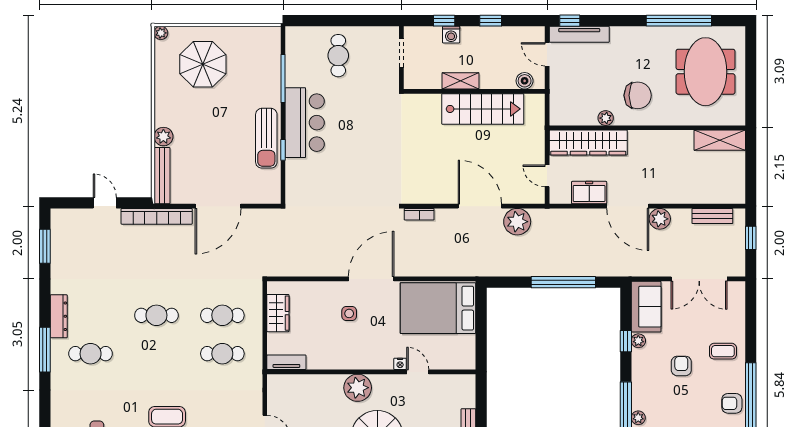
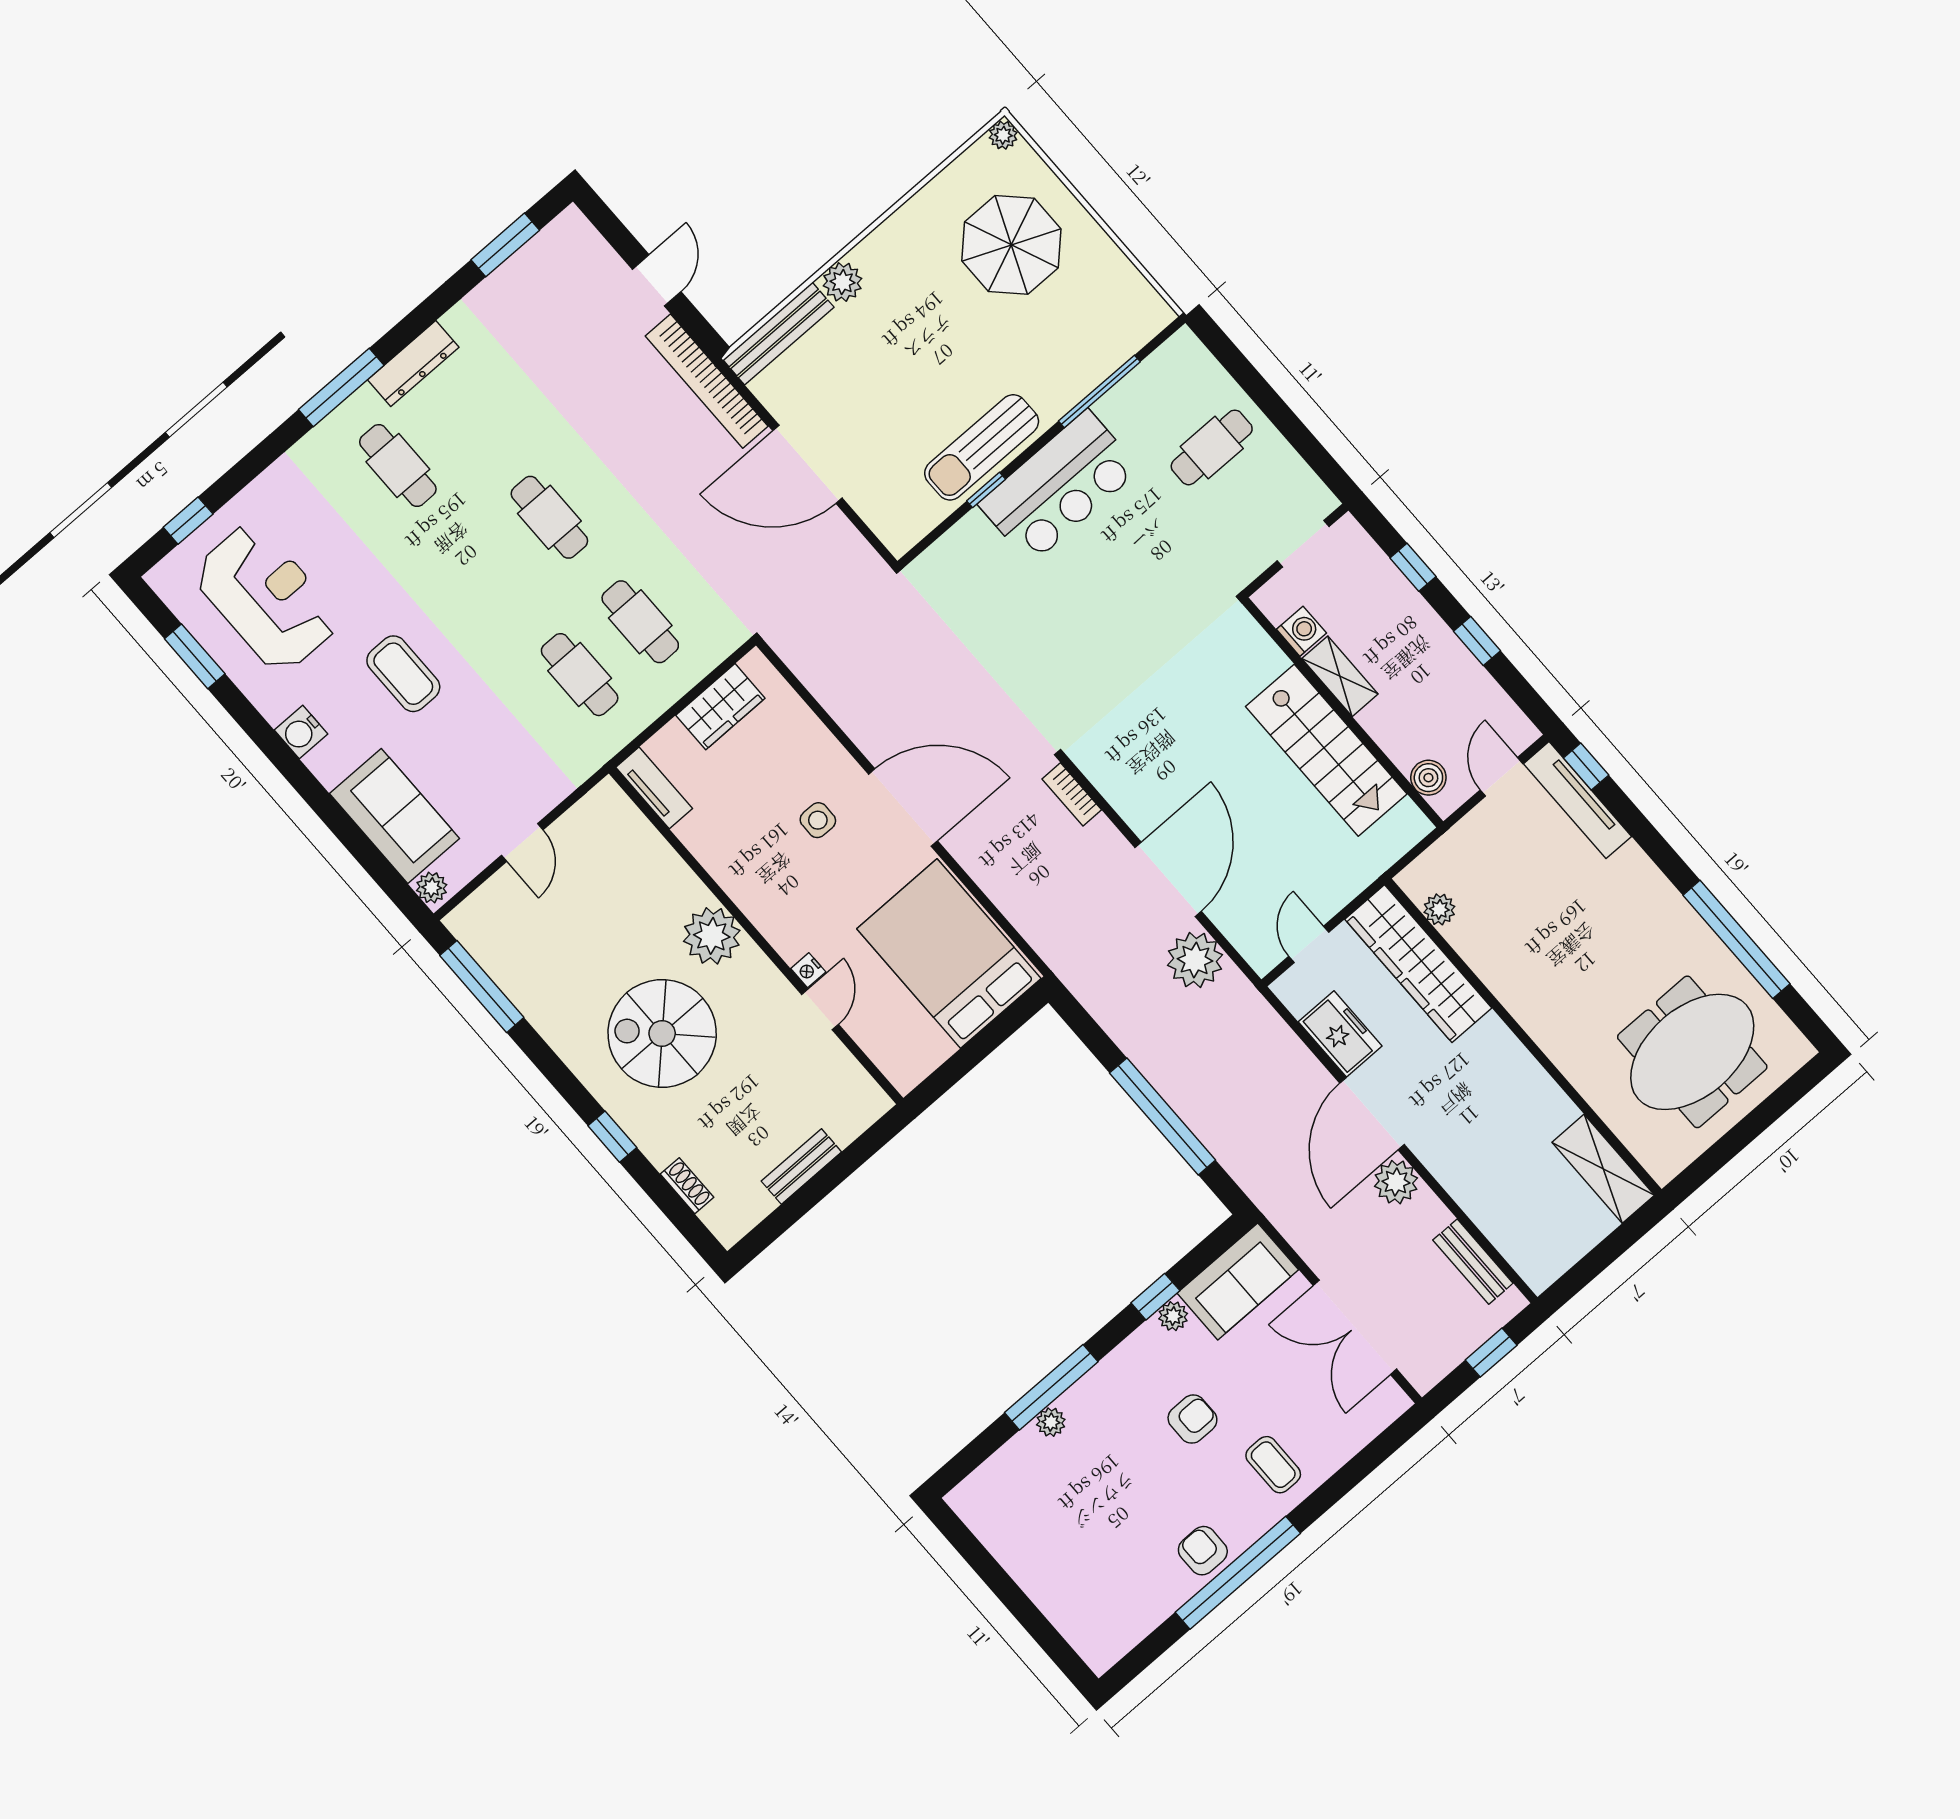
washing machine: (451, 35) -> (1301, 631), moved, turned 180
chair: (638, 95) -> (1561, 977), removed
plant: (606, 118) -> (1439, 909), moved

